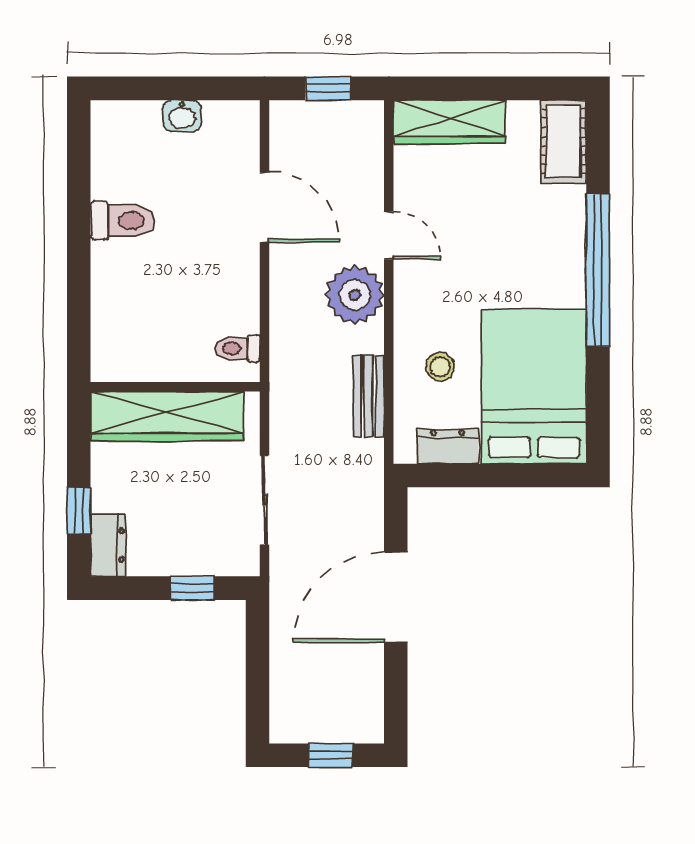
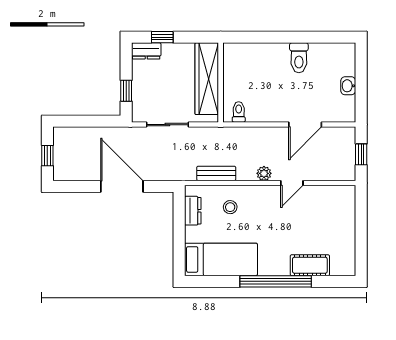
wardrobe: (449, 122) -> (345, 212), removed
cot: (564, 141) -> (310, 265), moved
plant: (355, 295) -> (264, 173), width x0.53, depth x0.53
bed: (534, 386) -> (221, 259), width x0.67

